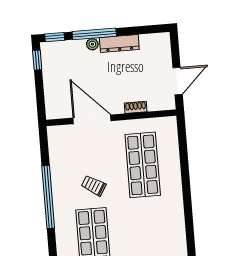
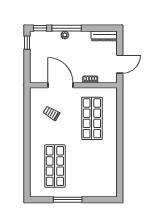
dresser: (119, 43) -> (104, 36), moved
trolley: (94, 186) -> (52, 113), moved
window: (48, 197) -> (27, 135), removed

